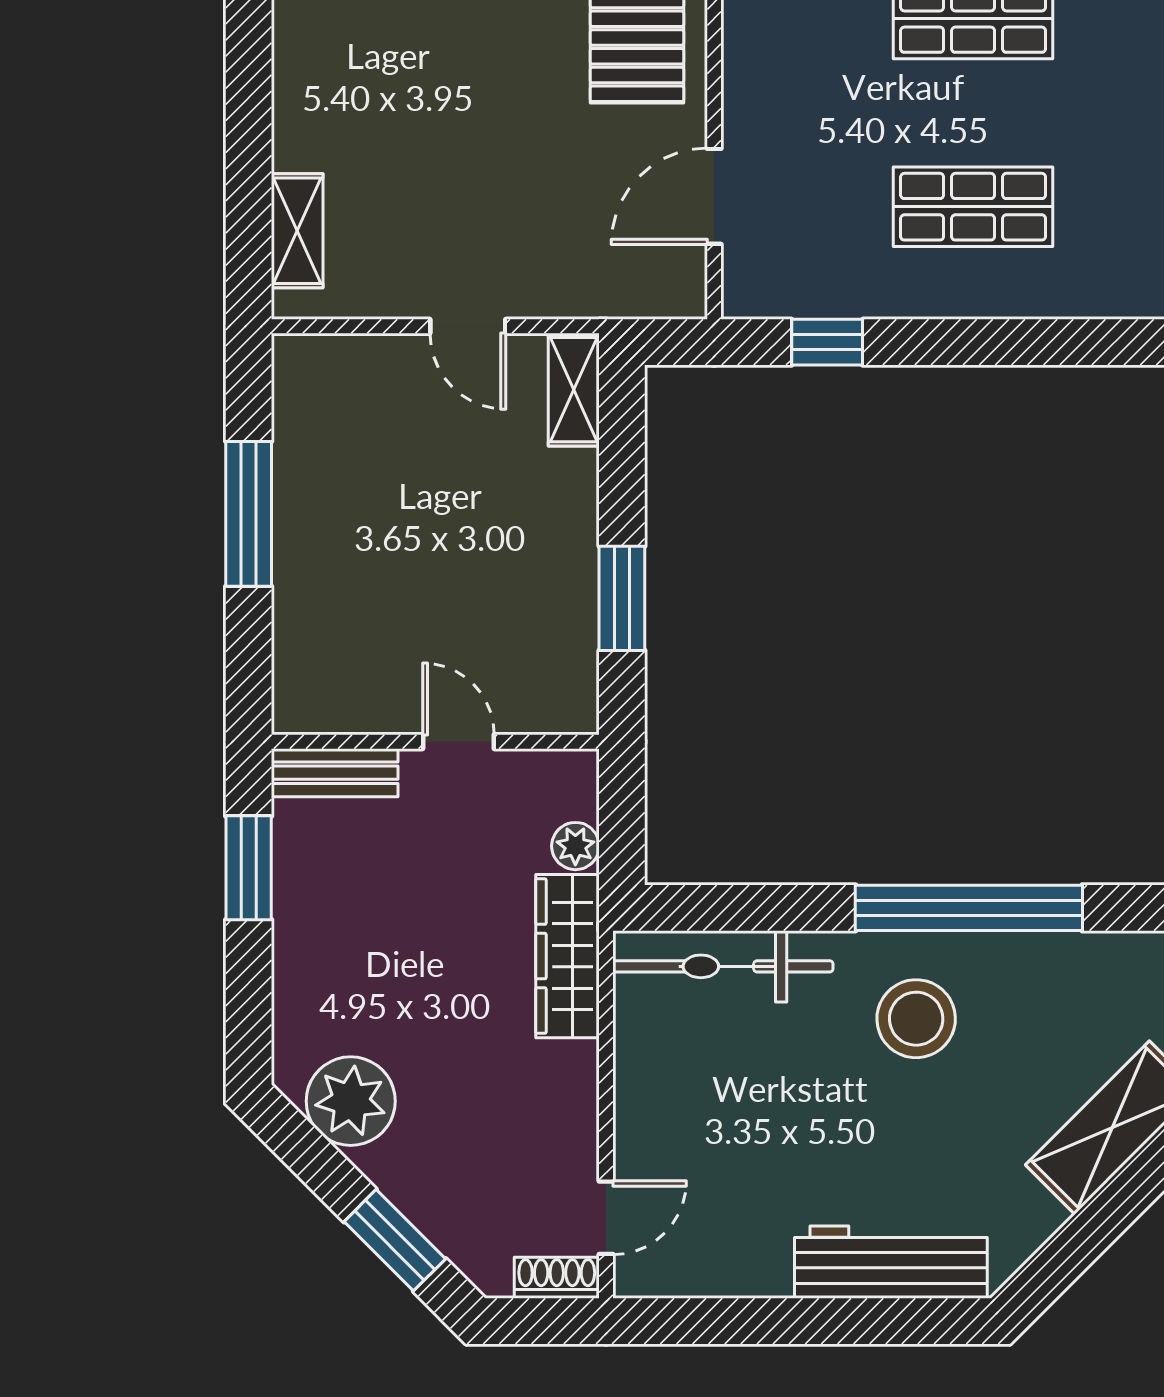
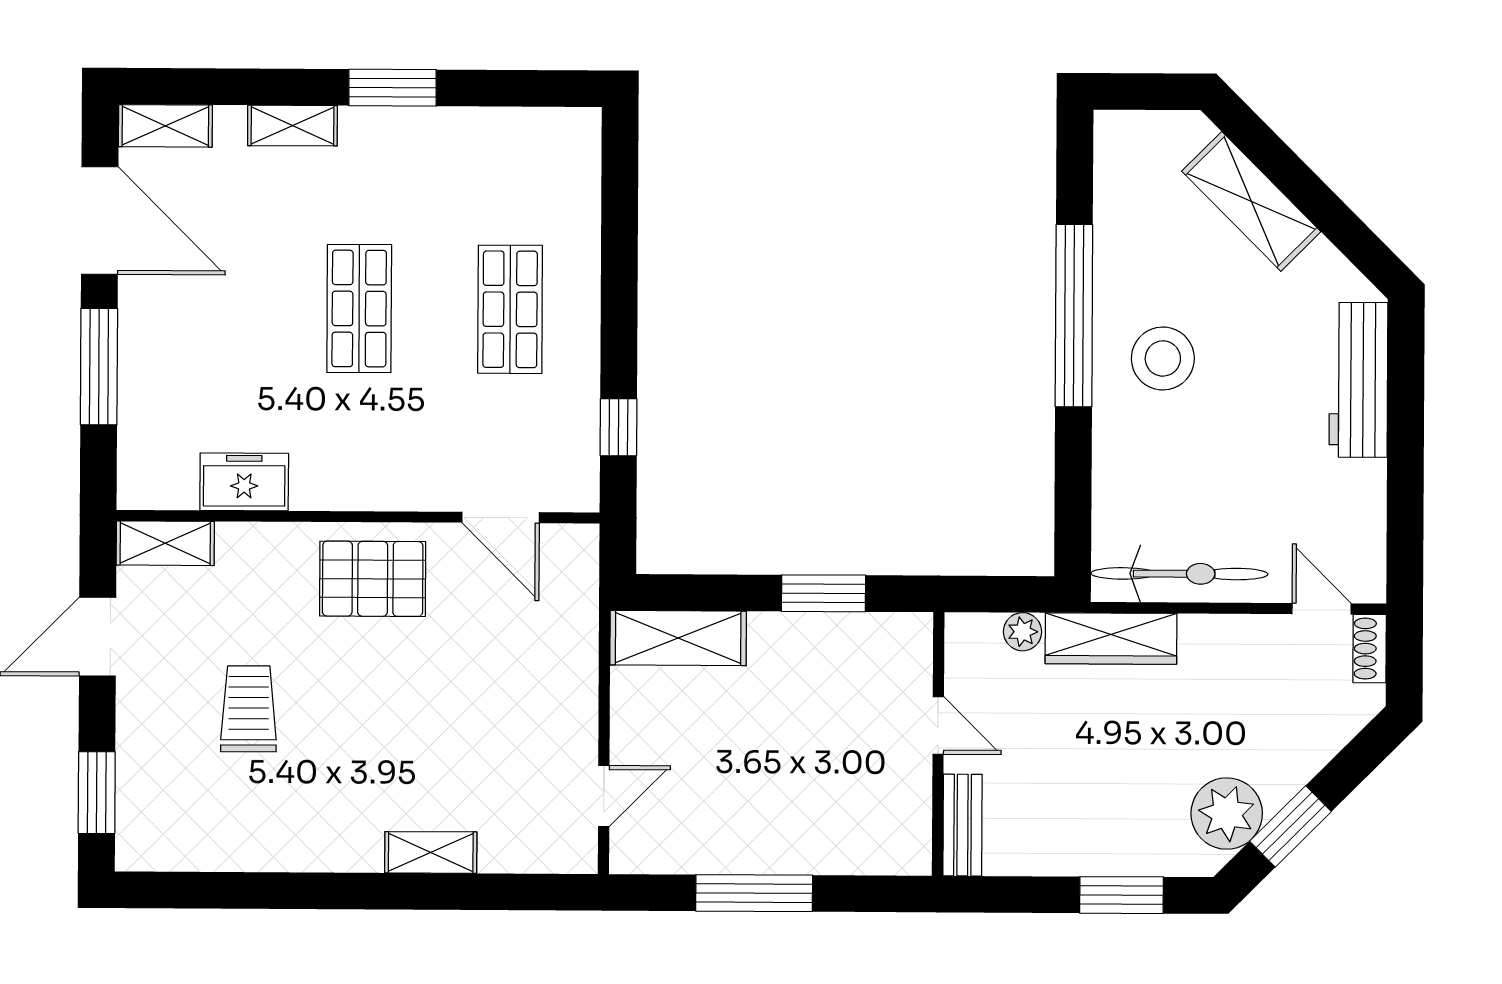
shelving: (297, 231) -> (431, 852), moved
door: (468, 326) -> (604, 796), moved
shelving: (574, 390) -> (678, 638), width x1.50, depth x1.33
door: (458, 742) -> (938, 725), swing flipped
window: (249, 868) -> (1122, 895), moved
bicycle: (723, 966) -> (1179, 574), moved, turned -90
window: (395, 1240) -> (1290, 826), moved

